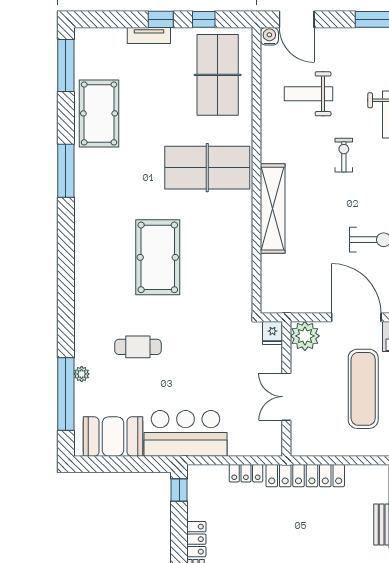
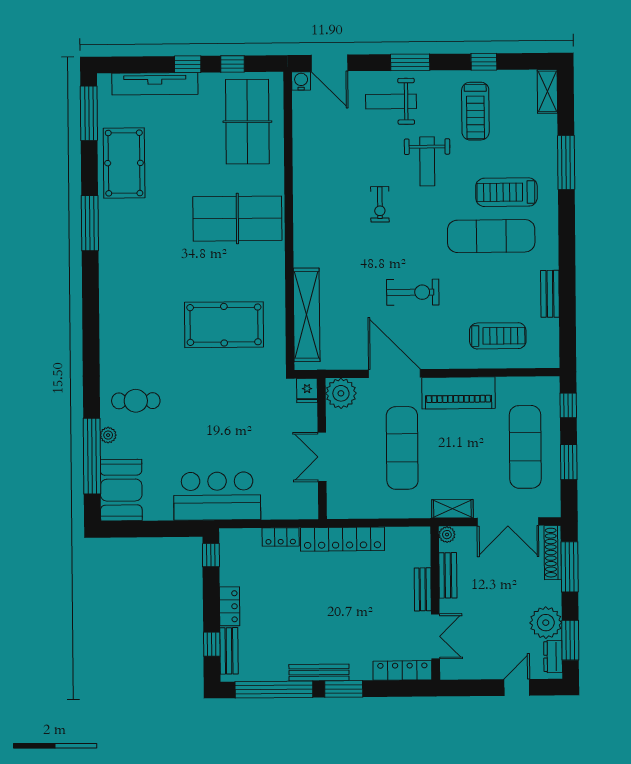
tv unit: (149, 36) -> (155, 84), width x1.92, depth x1.29
weight bench: (308, 94) -> (391, 101), moved
exercise bike: (344, 155) -> (380, 204), turned 180
shelving: (273, 209) -> (307, 315), moved
pool table: (158, 257) -> (224, 325), moved, turned 90
cafe table: (138, 347) -> (136, 401), moved
booth: (113, 437) -> (121, 490), moved, turned 90

